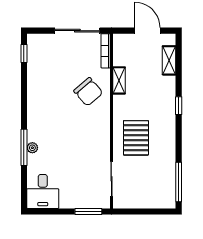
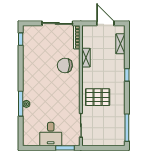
chair: (88, 92) -> (65, 65), turned 134
pallet: (136, 138) -> (98, 97), turned 90
desk: (43, 191) -> (51, 134), moved

